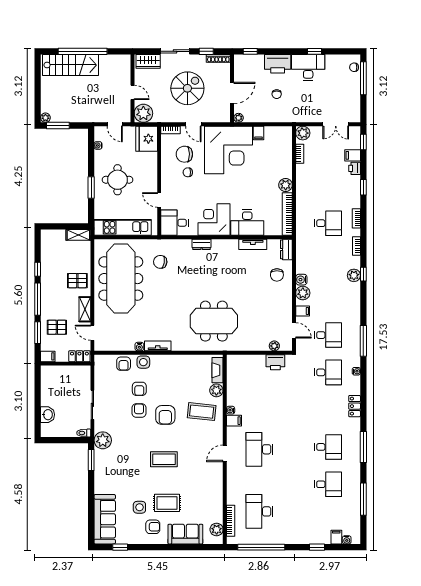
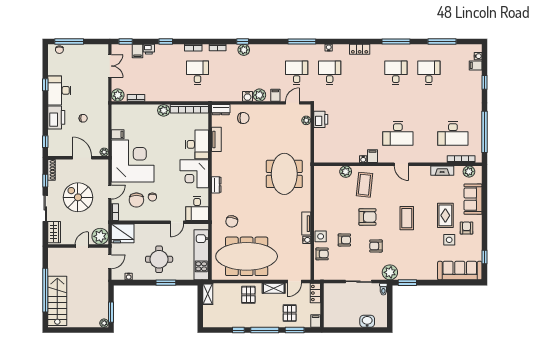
fireplace: (218, 370) -> (442, 171), moved
armchair: (139, 411) -> (376, 246), moved

